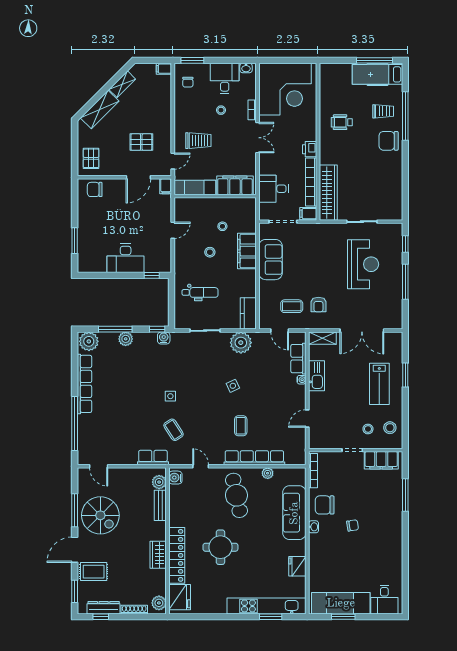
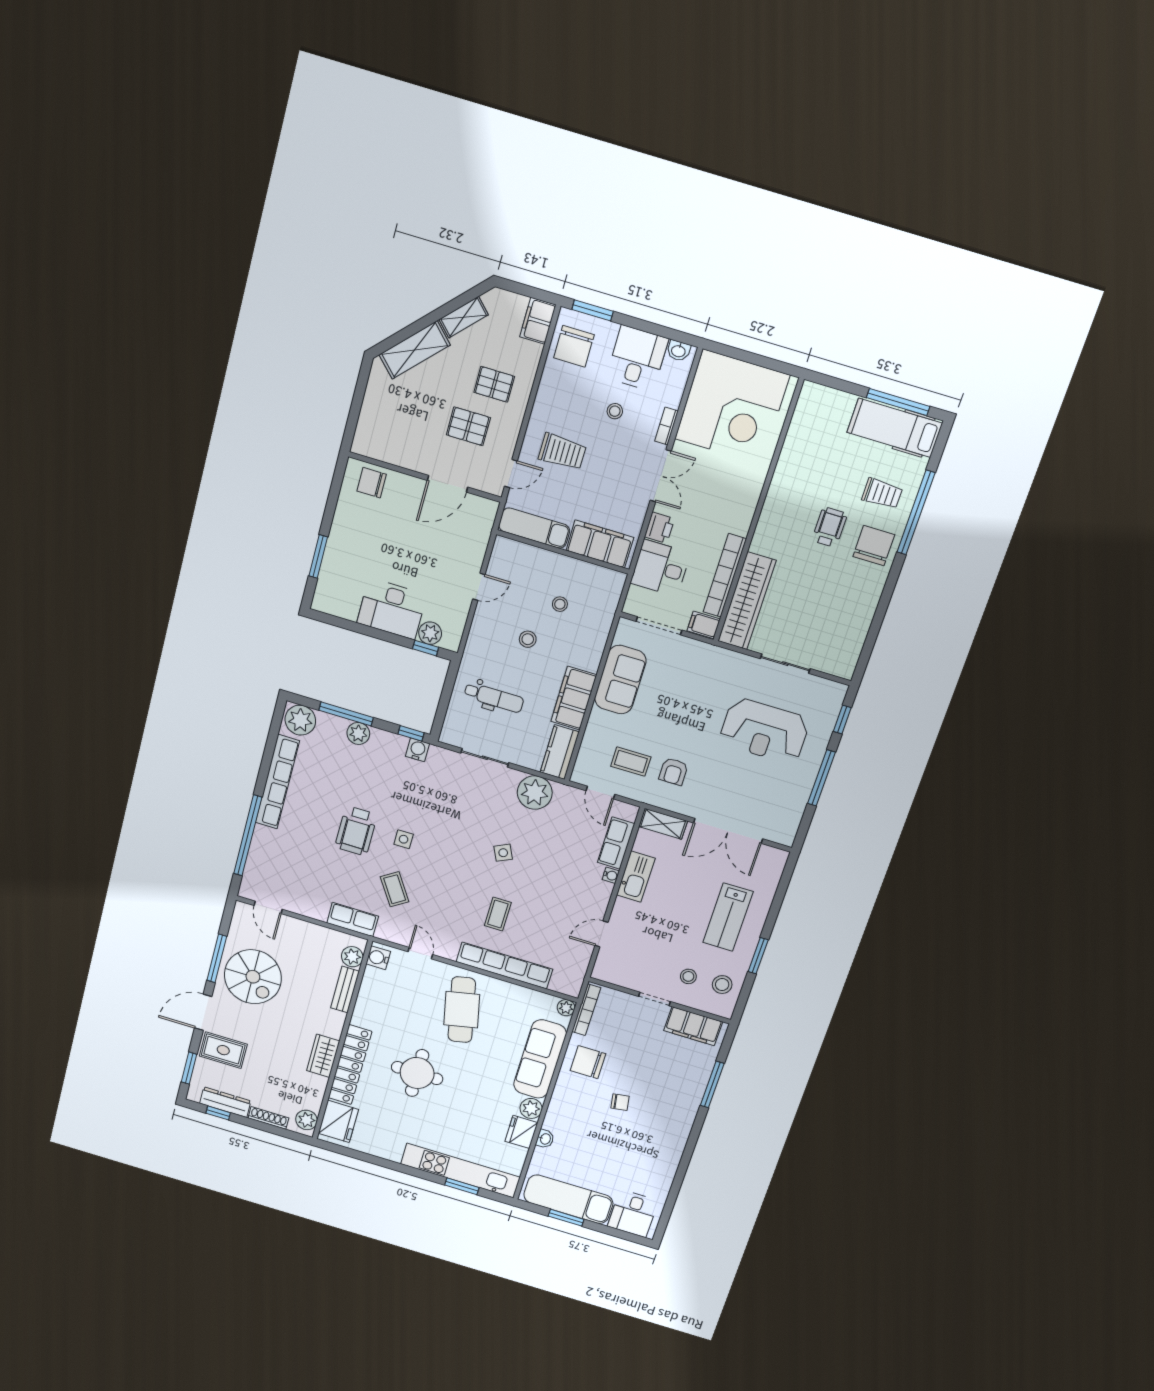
filing cabinet: (164, 69) -> (538, 321), width x2.00
chair: (188, 82) -> (574, 346), width x1.87, depth x1.87
wheelchair: (342, 122) -> (830, 527), moved, turned 90
chair: (389, 141) -> (874, 546), turned 90
printer: (310, 149) -> (659, 528), moved, turned 180
pallet: (91, 158) -> (494, 384), moved, turned 90
filing cabinet: (166, 186) -> (488, 512), removed
filing cabinet: (247, 251) -> (574, 698), moved
reception desk: (363, 264) -> (764, 731), turned 90
plant: (152, 266) -> (430, 633), added
window: (405, 375) -> (758, 956), moved
wheelchair: (140, 400) -> (356, 831), added
plant: (268, 473) -> (566, 1008), moved
washbasin: (314, 527) -> (545, 1139), moved
plant: (299, 548) -> (531, 1108), added

